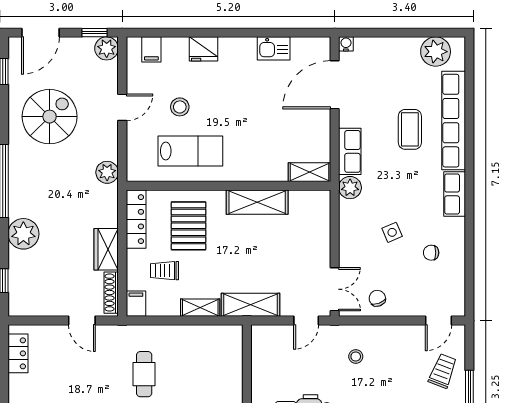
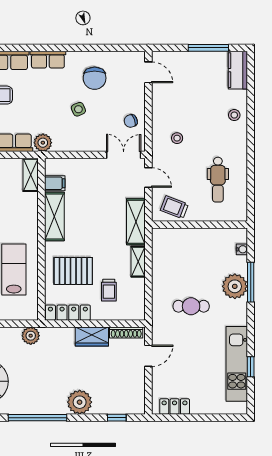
chair: (431, 253) -> (95, 78), width x1.87, depth x1.87
filing cabinet: (136, 304) -> (55, 183), moved, turned 180
trolley: (443, 371) -> (174, 207), moved

